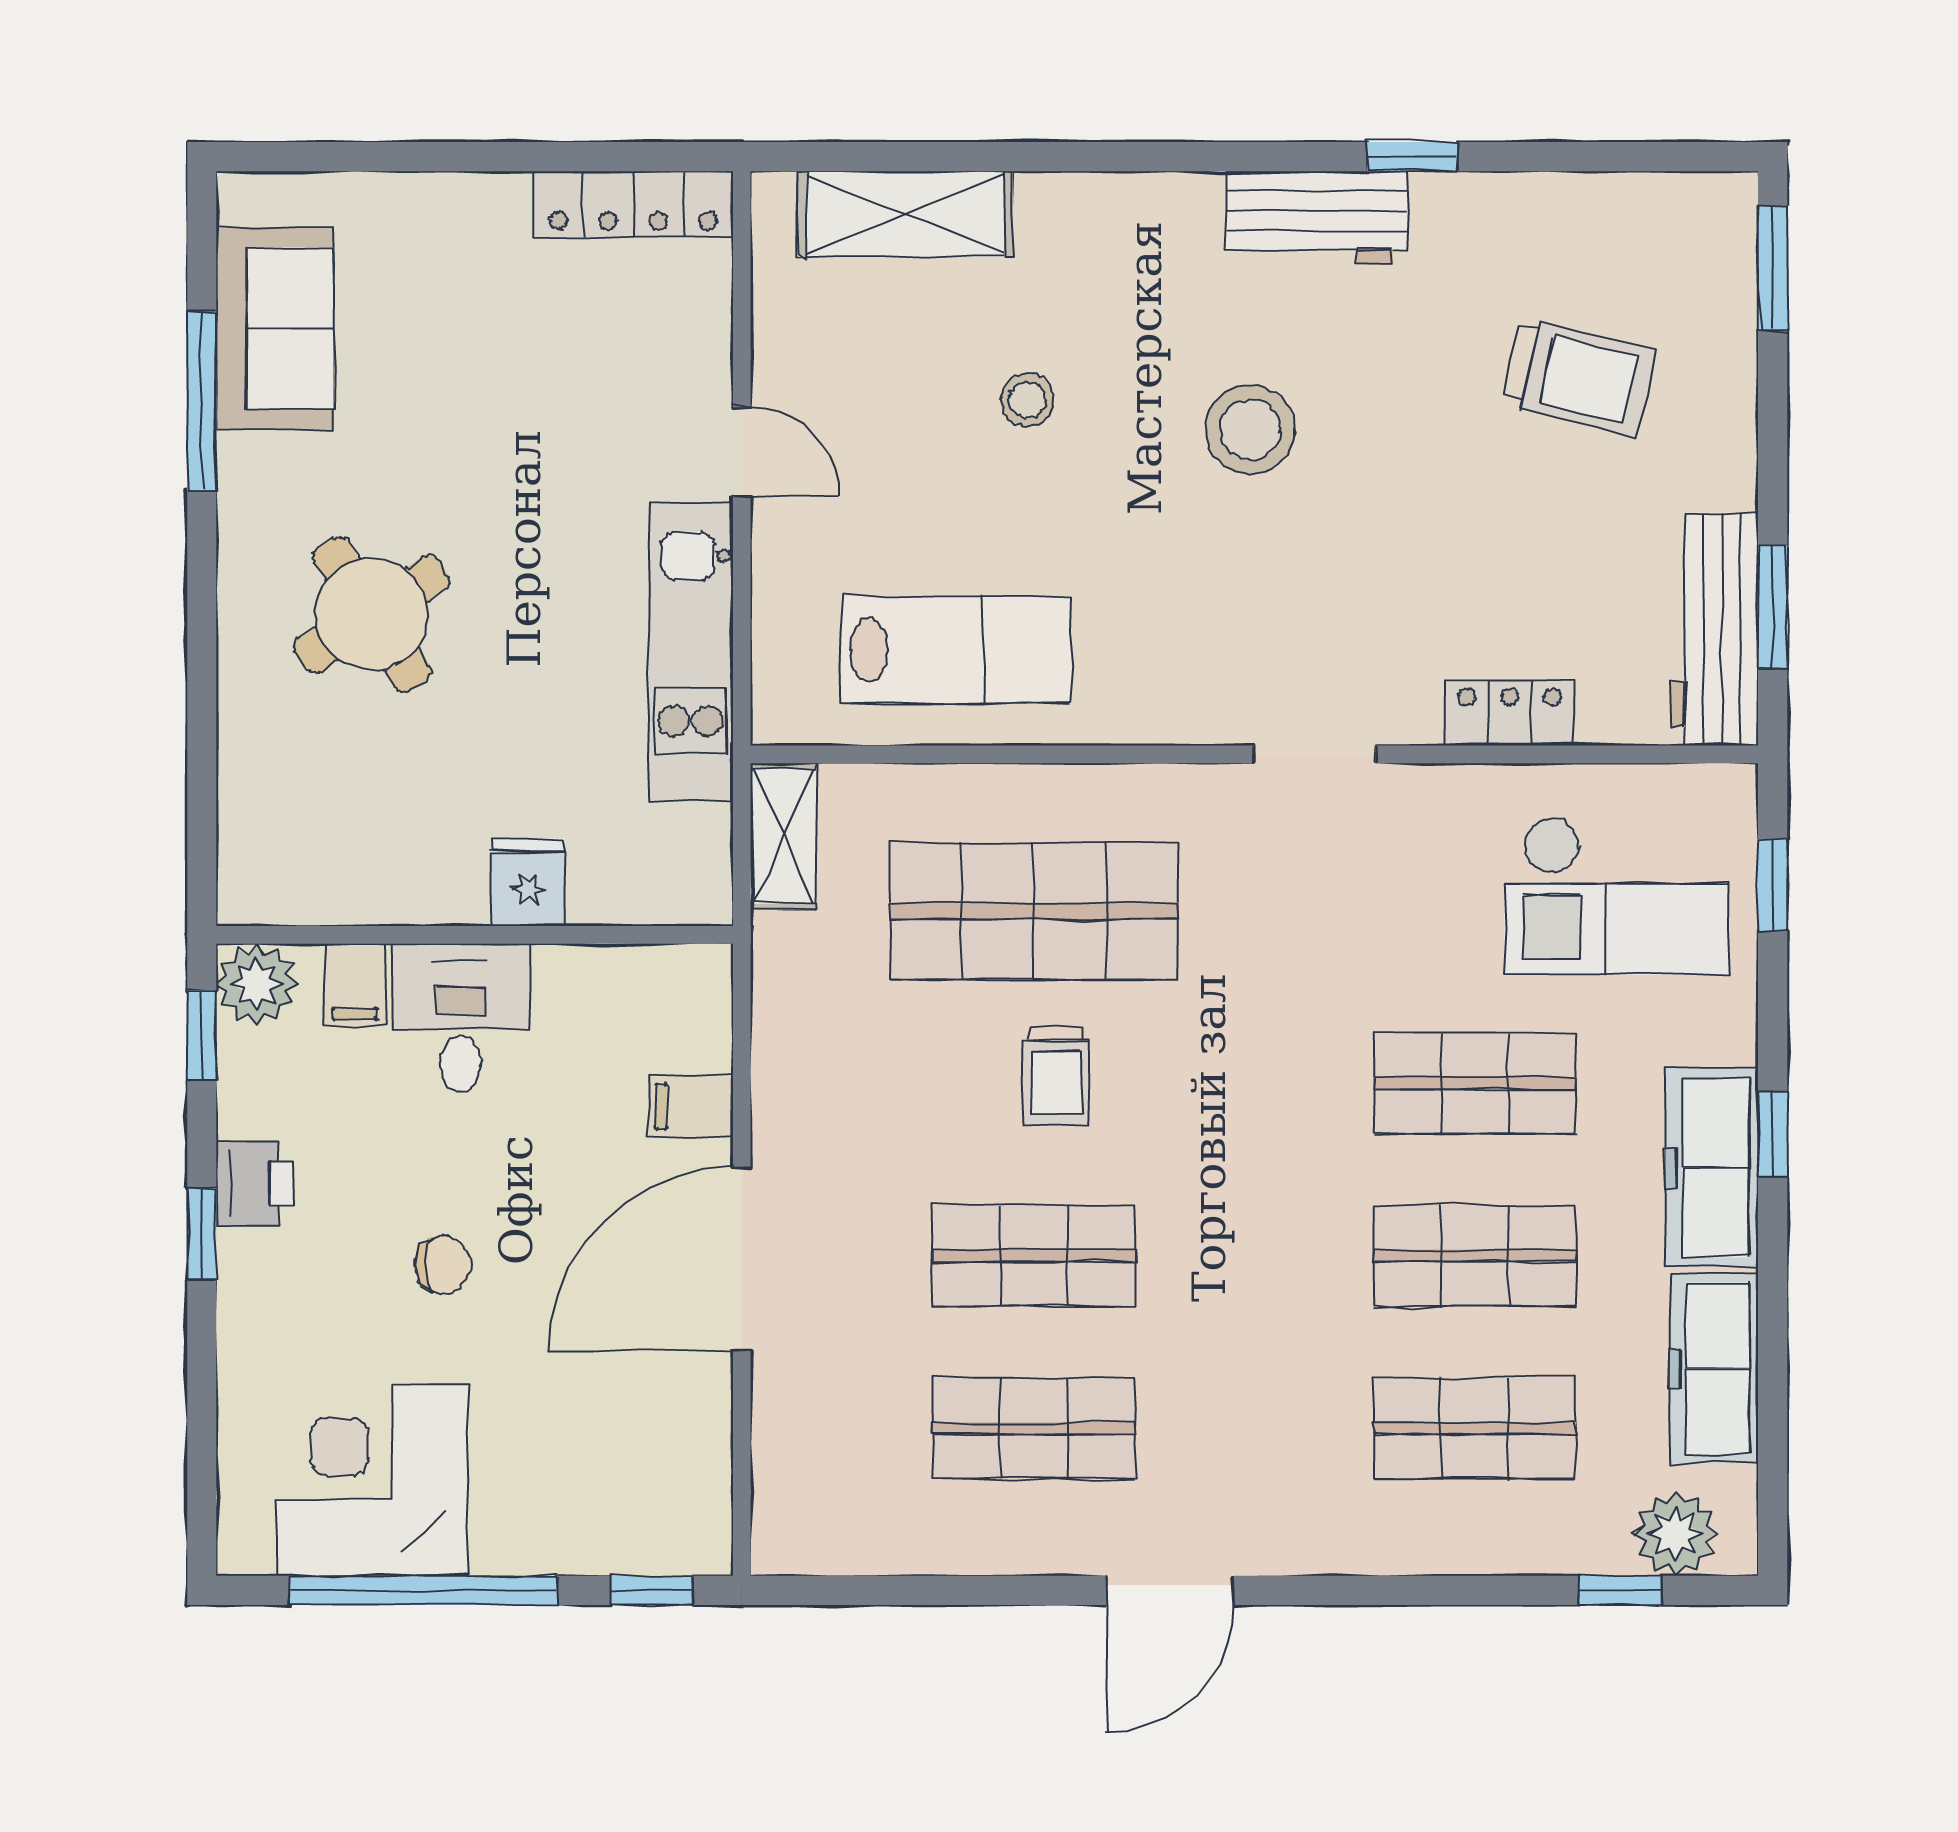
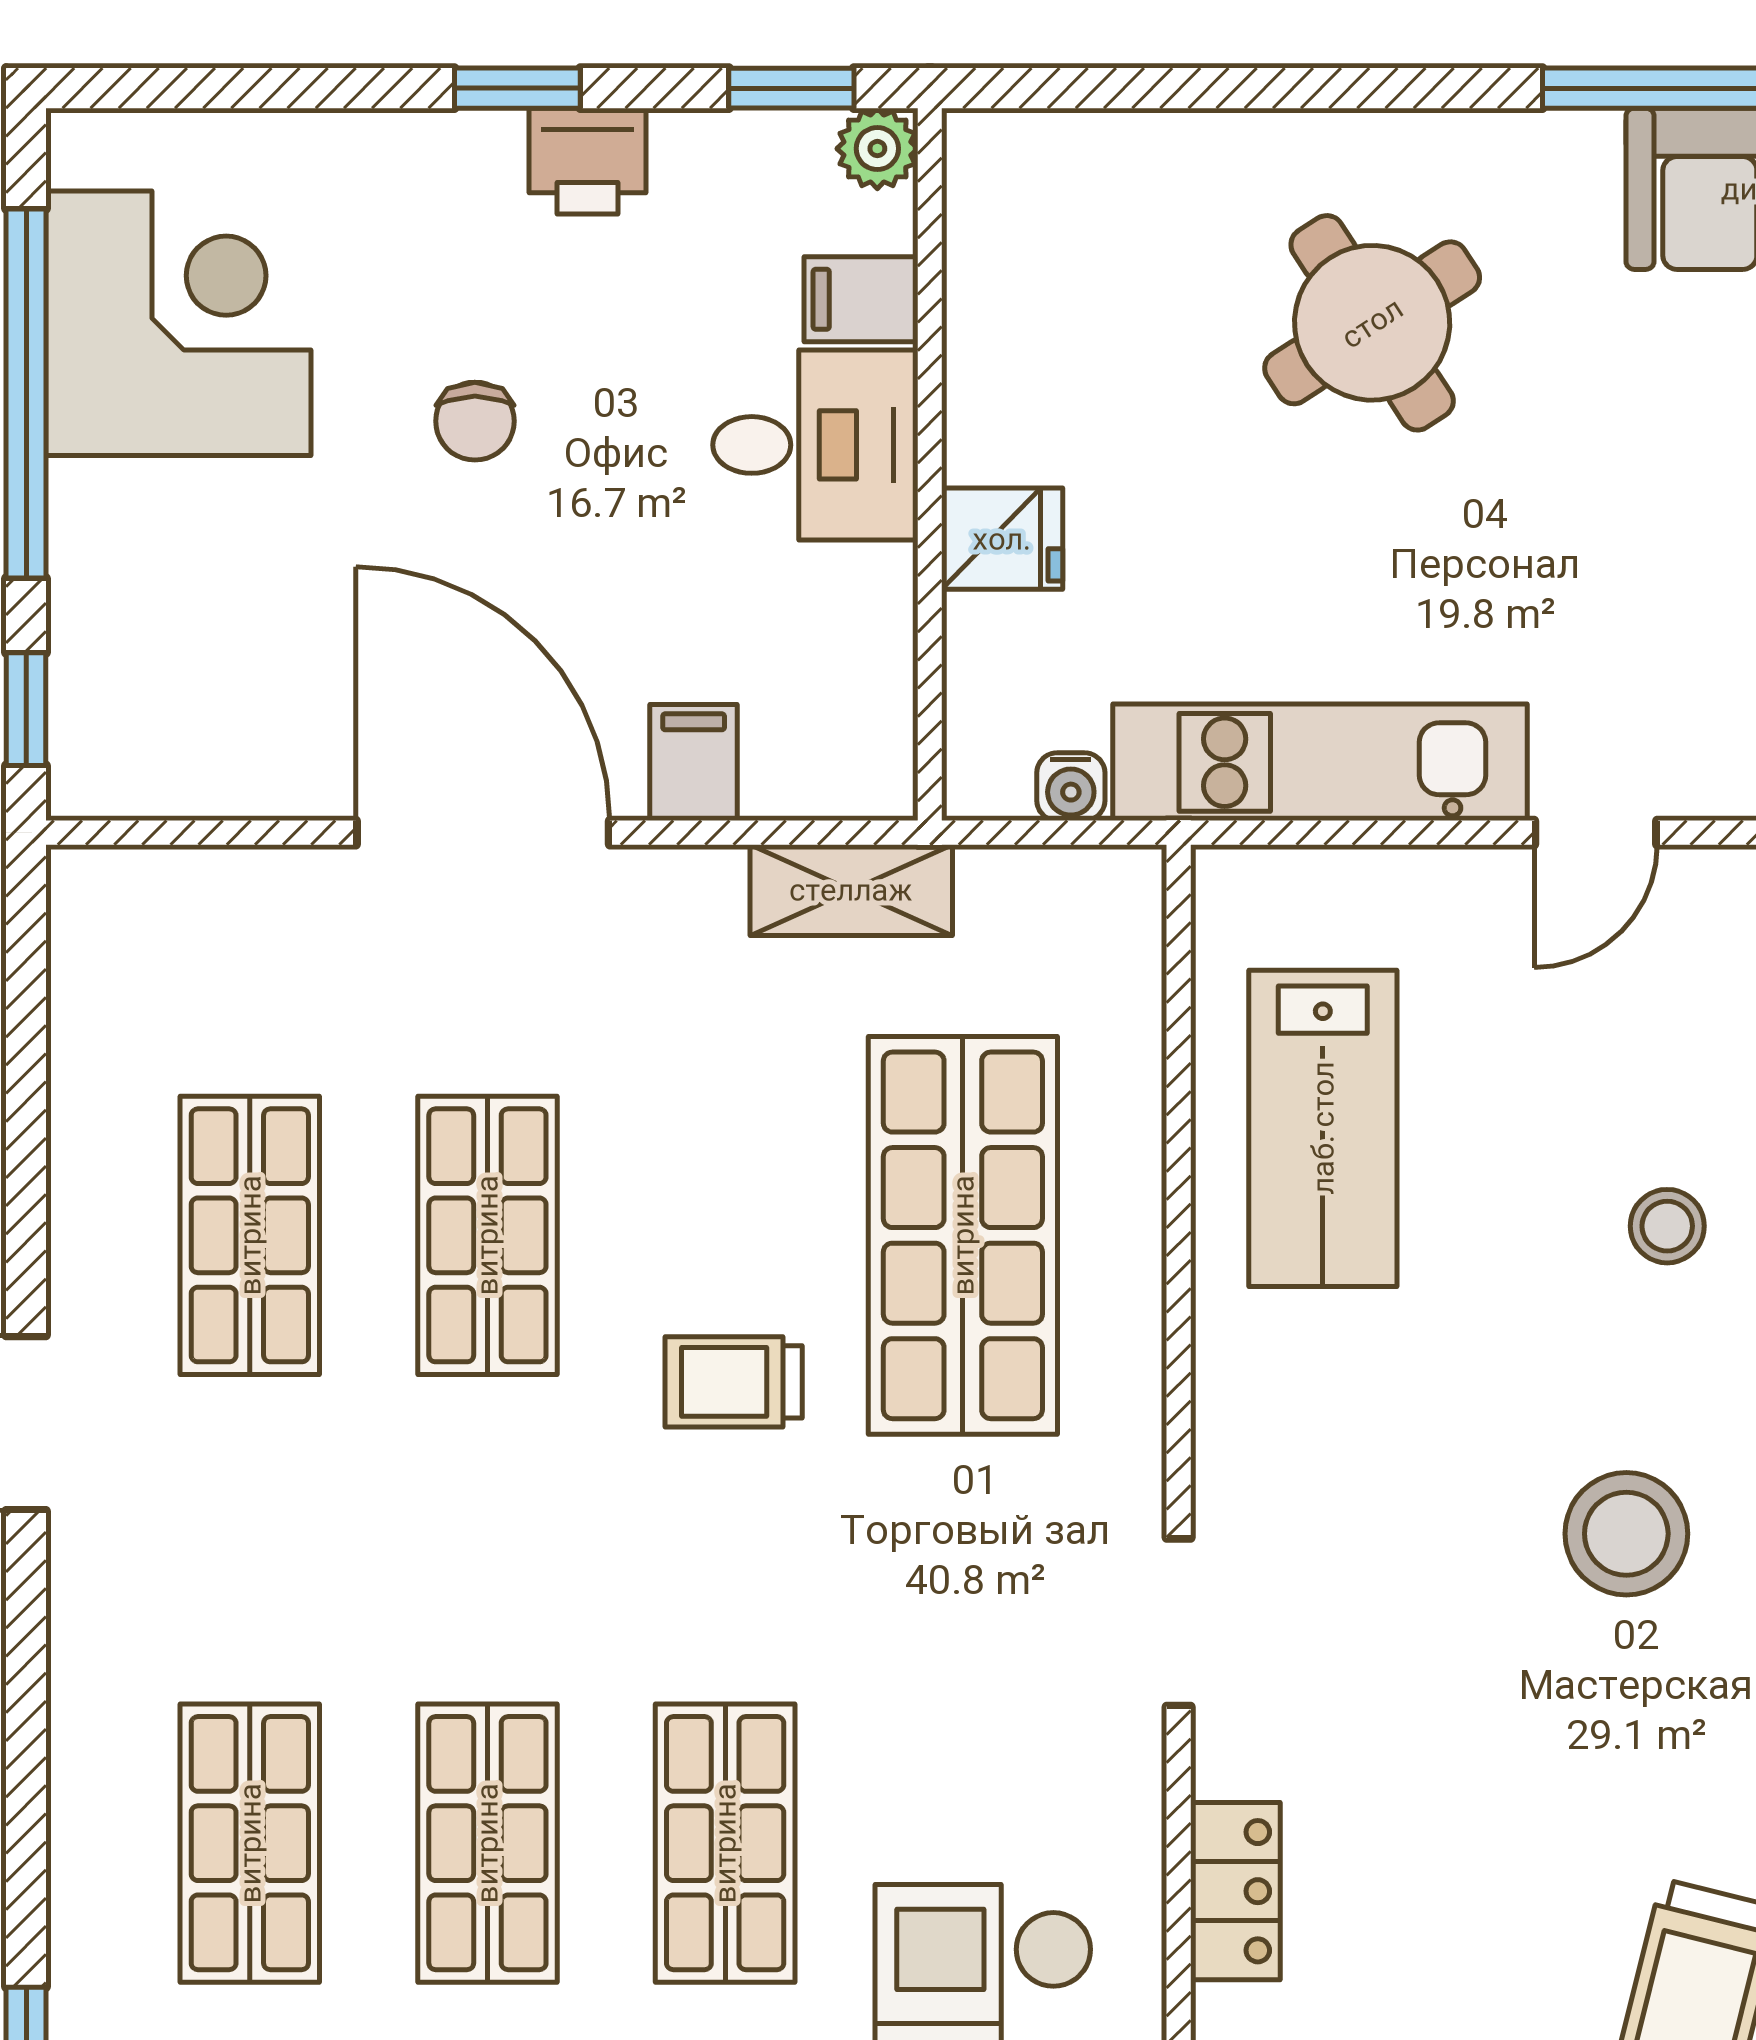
water cooler: (708, 833) -> (1071, 787), added
shelving: (783, 836) -> (851, 890), moved
plant: (257, 984) -> (877, 149), width x0.73, depth x0.73
trolley: (1056, 1076) -> (734, 1382), moved

